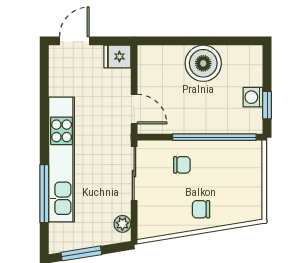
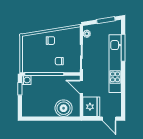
door: (74, 41) -> (109, 119), hinge flipped
fridge: (117, 56) -> (91, 107), width x1.88, depth x1.34
boiler: (203, 63) -> (64, 108), moved
washing machine: (253, 97) -> (26, 80), moved

